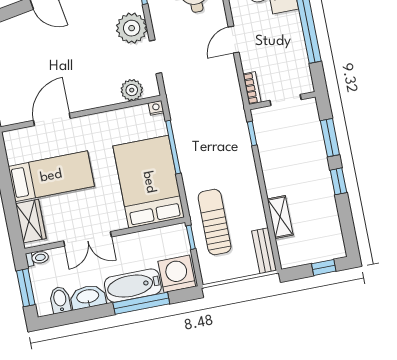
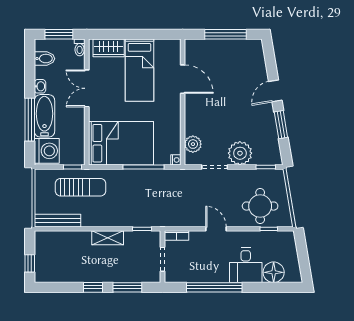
shelving: (280, 217) -> (108, 238), moved
bench: (264, 251) -> (58, 221), width x1.36
washbasin: (88, 297) -> (40, 86), width x0.52, depth x0.69

